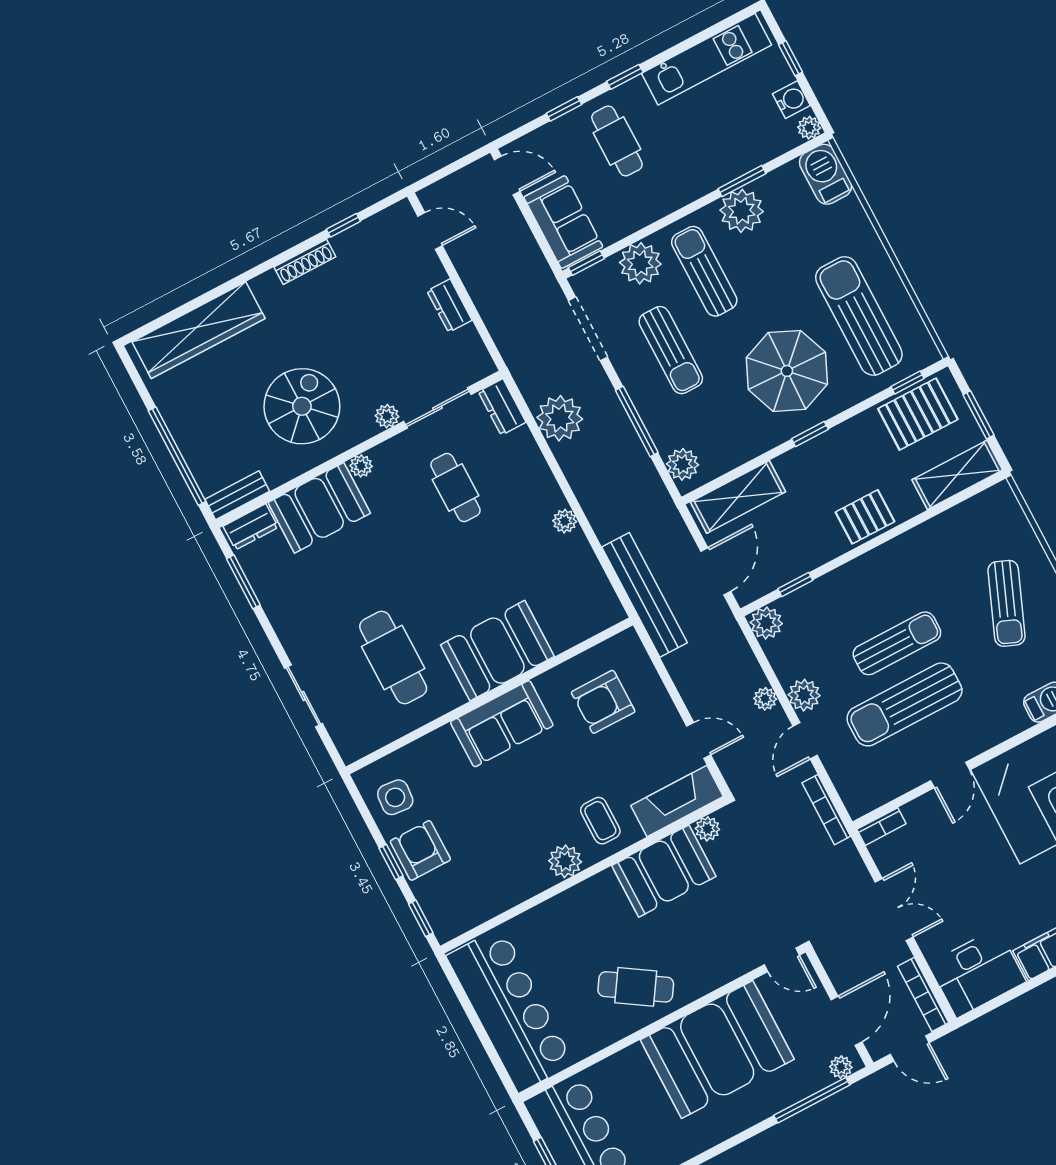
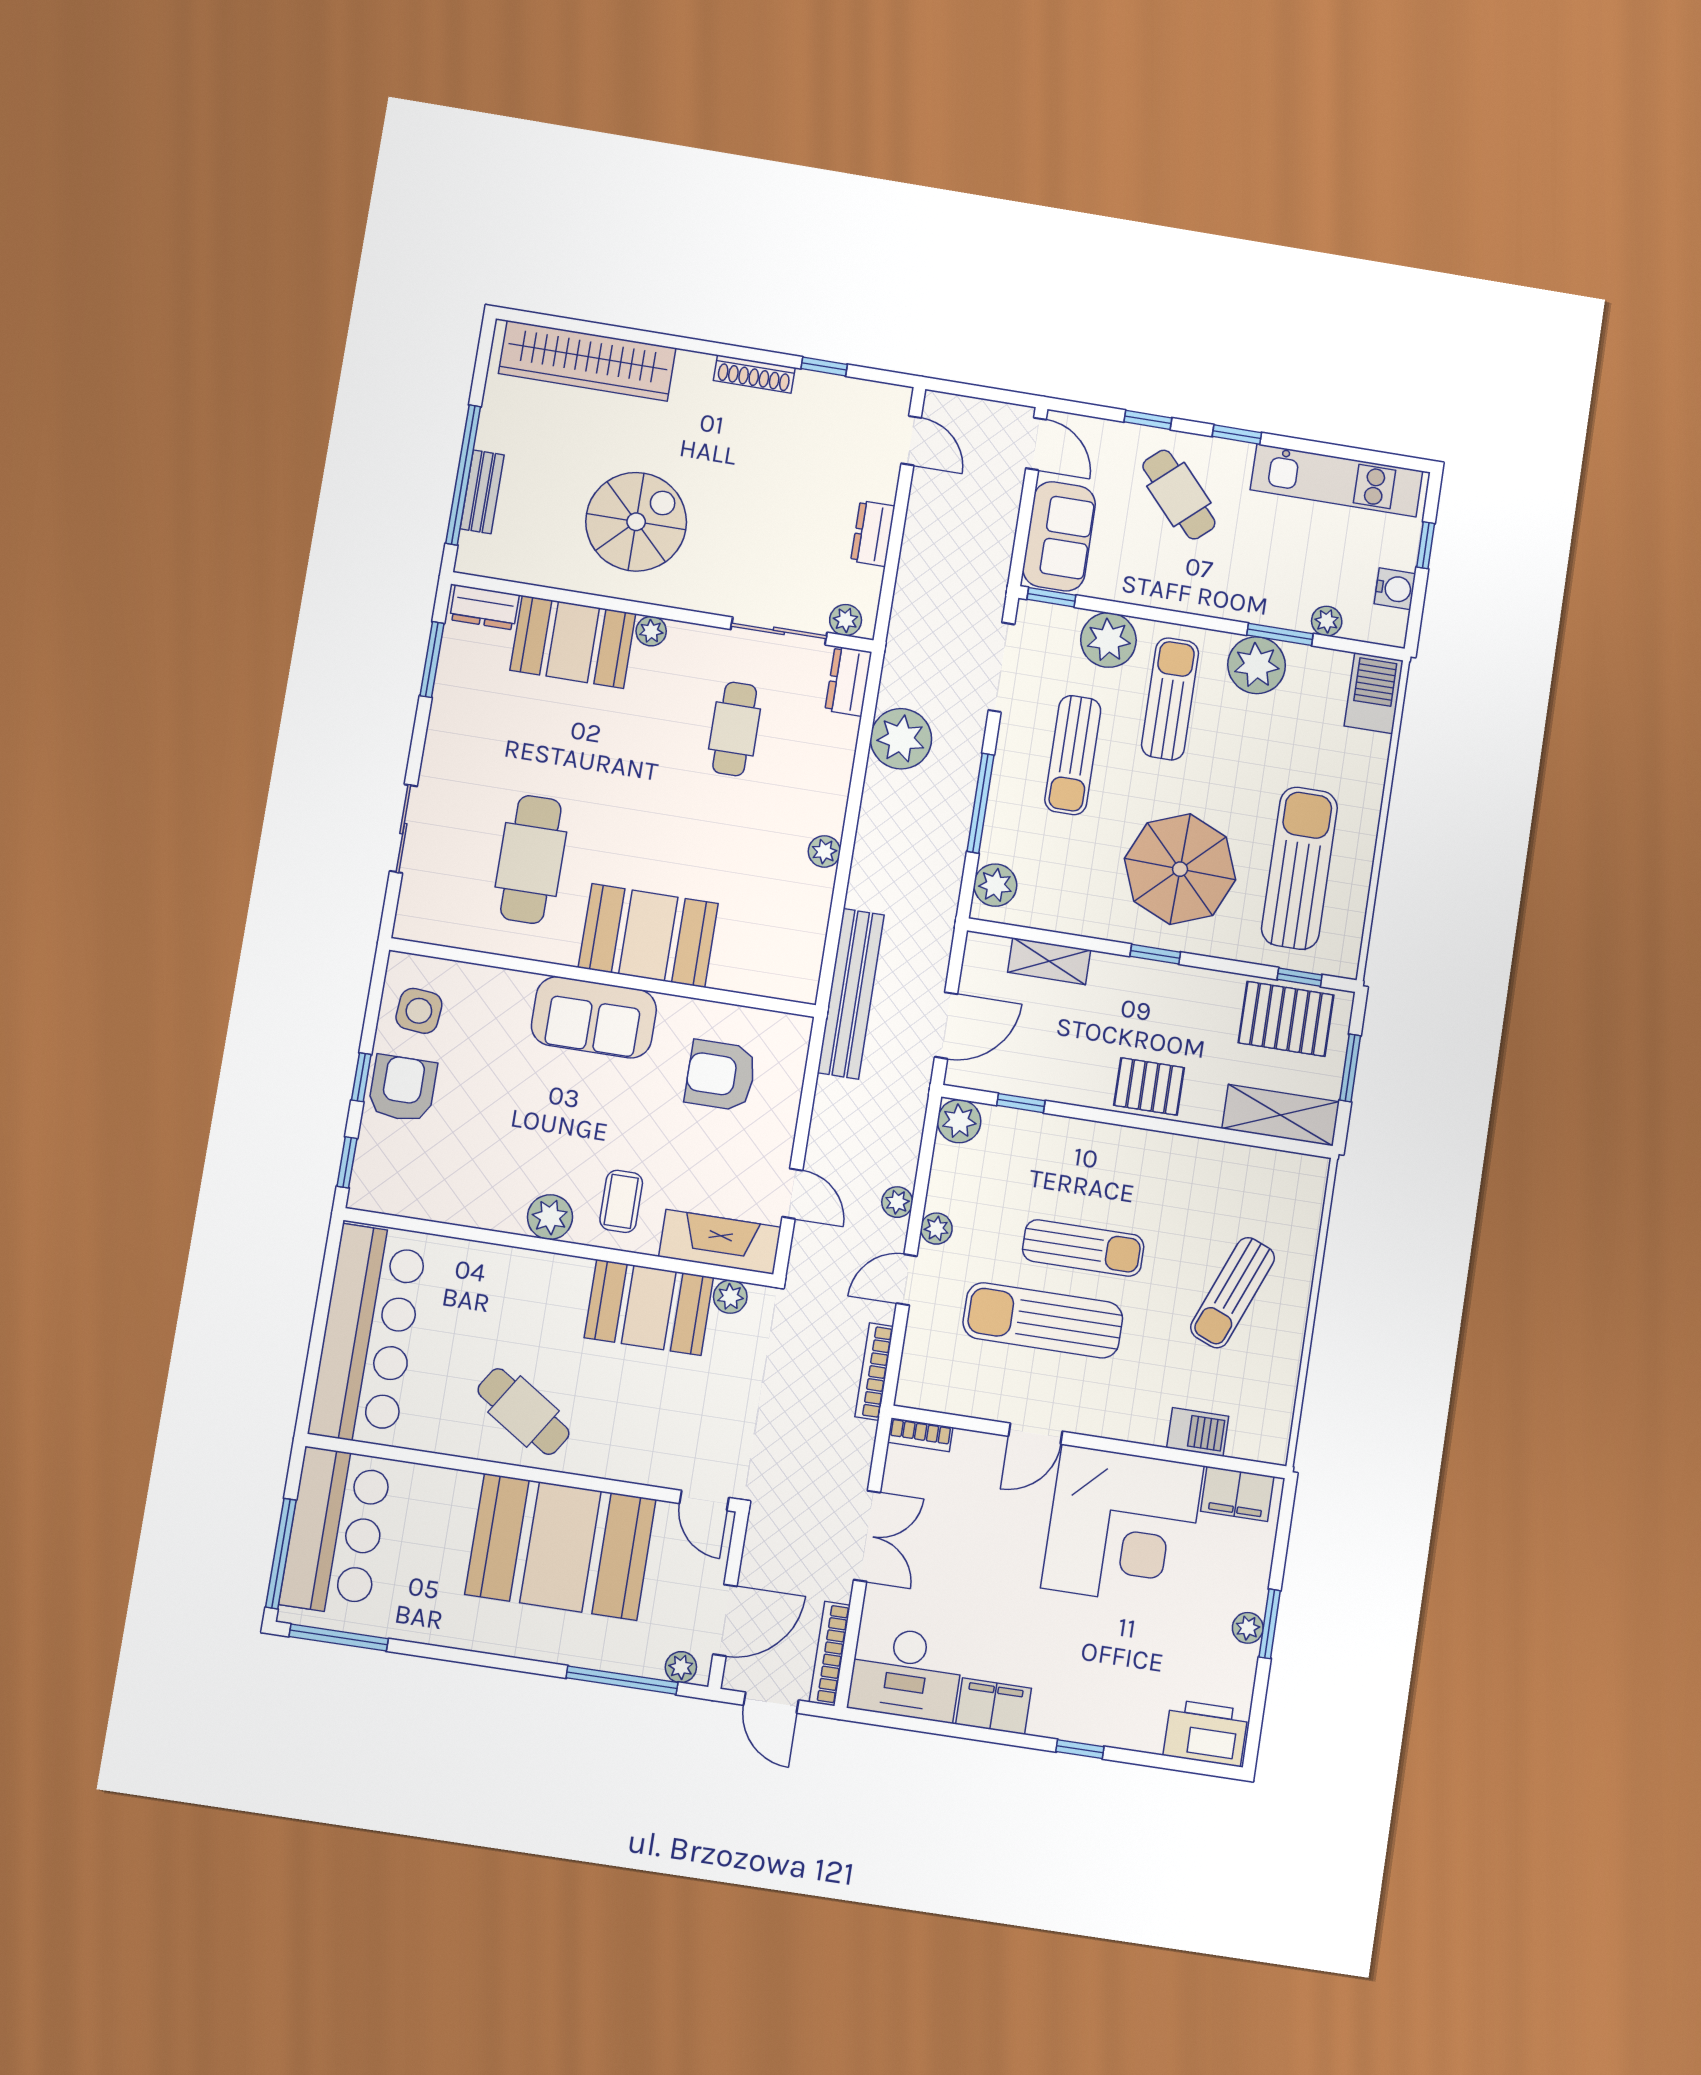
plant: (809, 128) -> (1327, 621), moved
cafe table: (617, 141) -> (1179, 495), turned -42
plant: (387, 416) -> (846, 620), moved
bench: (237, 495) -> (482, 492), moved, turned 90
shelving: (738, 497) -> (1049, 961), width x0.67, depth x0.75
plant: (804, 695) -> (936, 1229), width x0.73, depth x0.73

